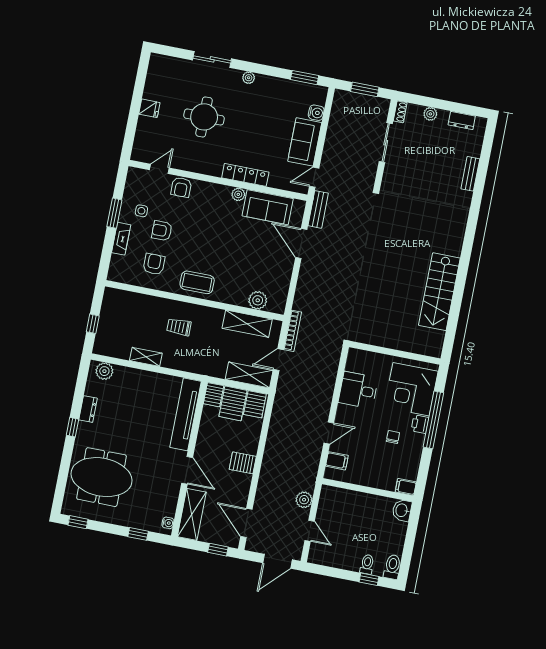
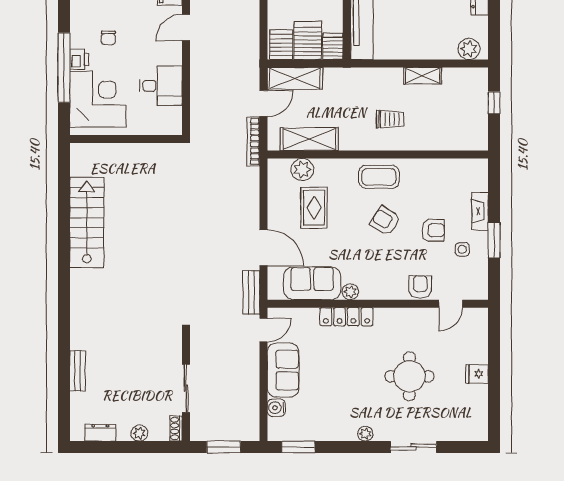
armchair: (154, 264) -> (385, 221), moved, turned 122
rug: (254, 268) -> (314, 208), added

